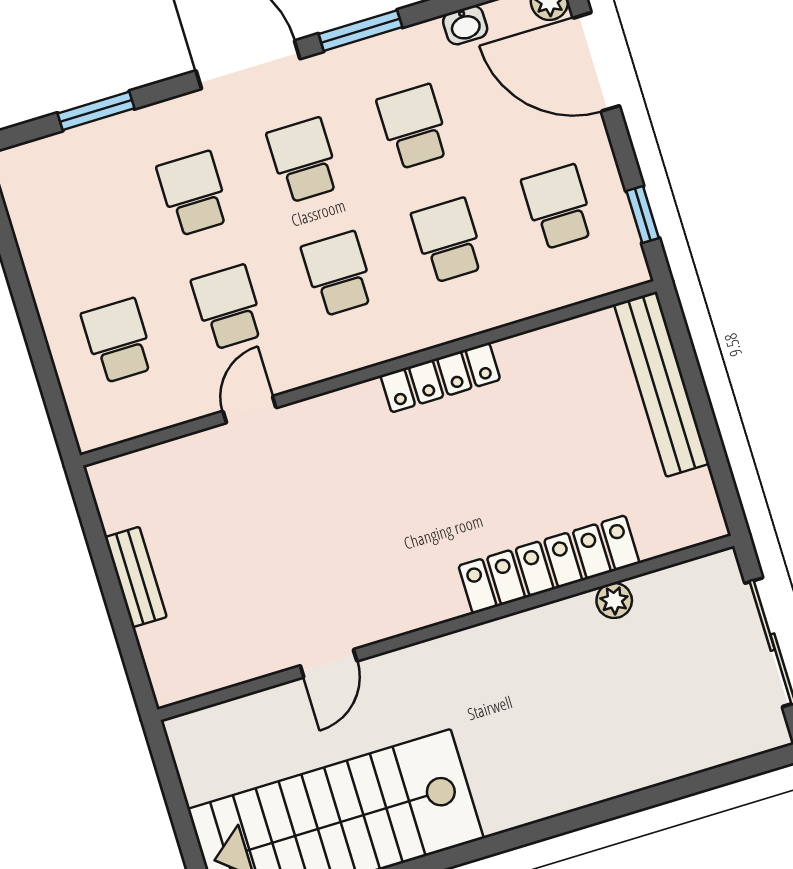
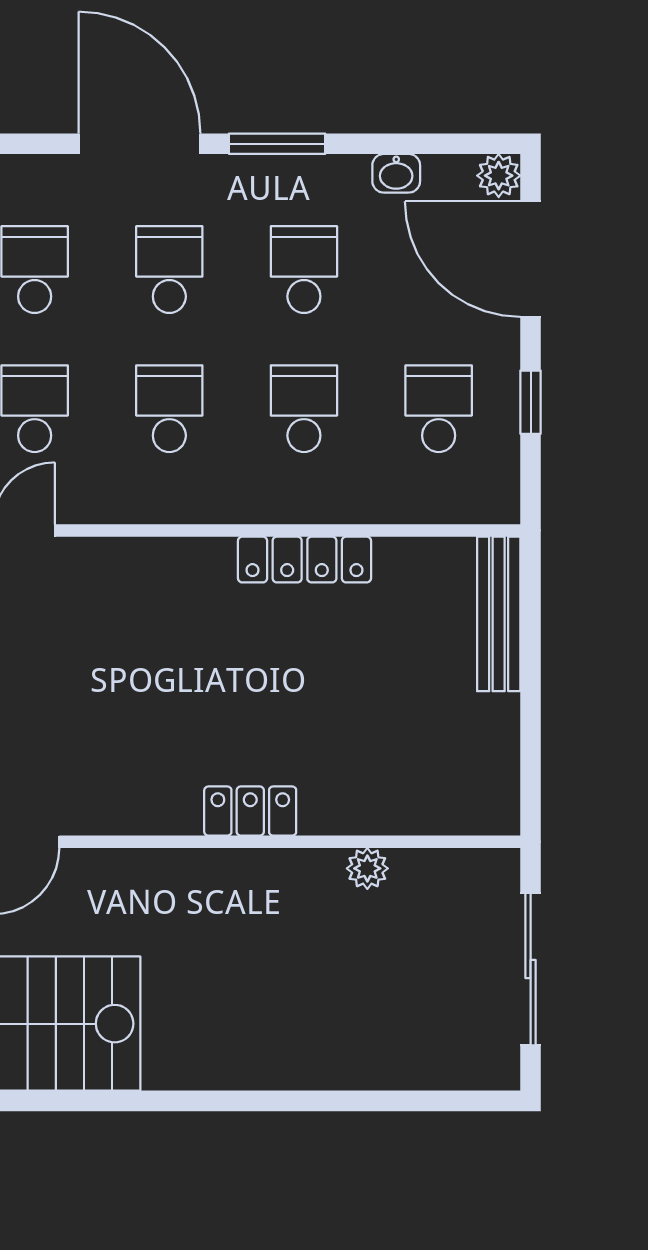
window: (643, 215) -> (531, 402), moved
locker: (440, 378) -> (304, 560), moved
bench: (662, 384) -> (499, 614), width x0.73, depth x0.82
locker: (549, 564) -> (250, 811), width x0.46, depth x0.83

